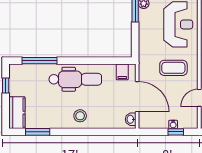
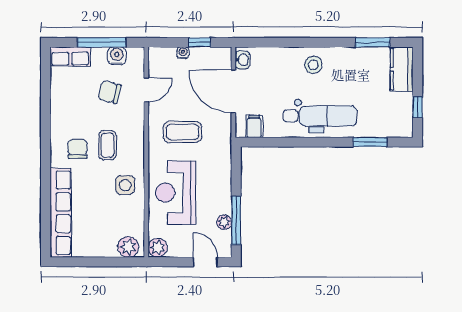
window: (40, 61) -> (370, 142), width x0.69
dental chair: (75, 79) -> (320, 116), turned 180
window: (176, 132) -> (200, 42), moved

